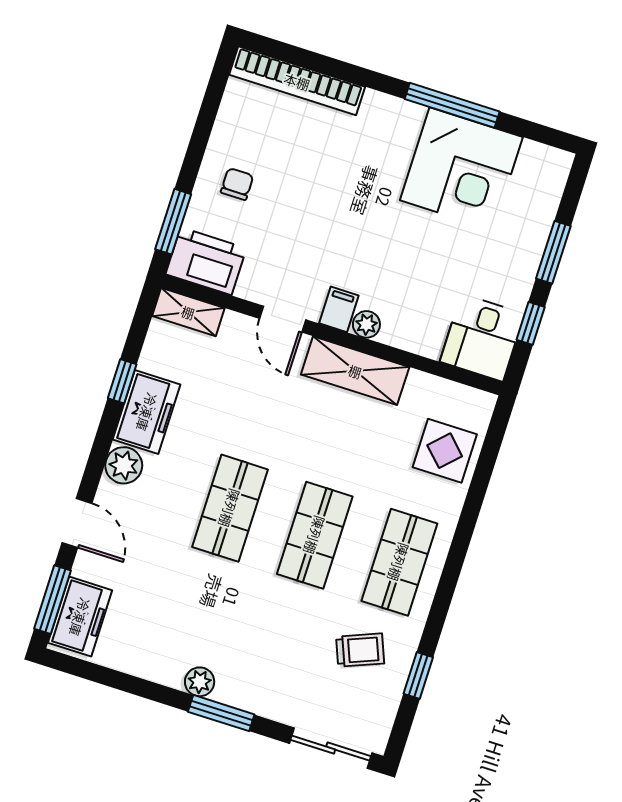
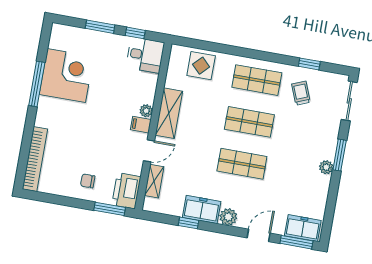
shelving: (188, 312) -> (154, 181), moved

